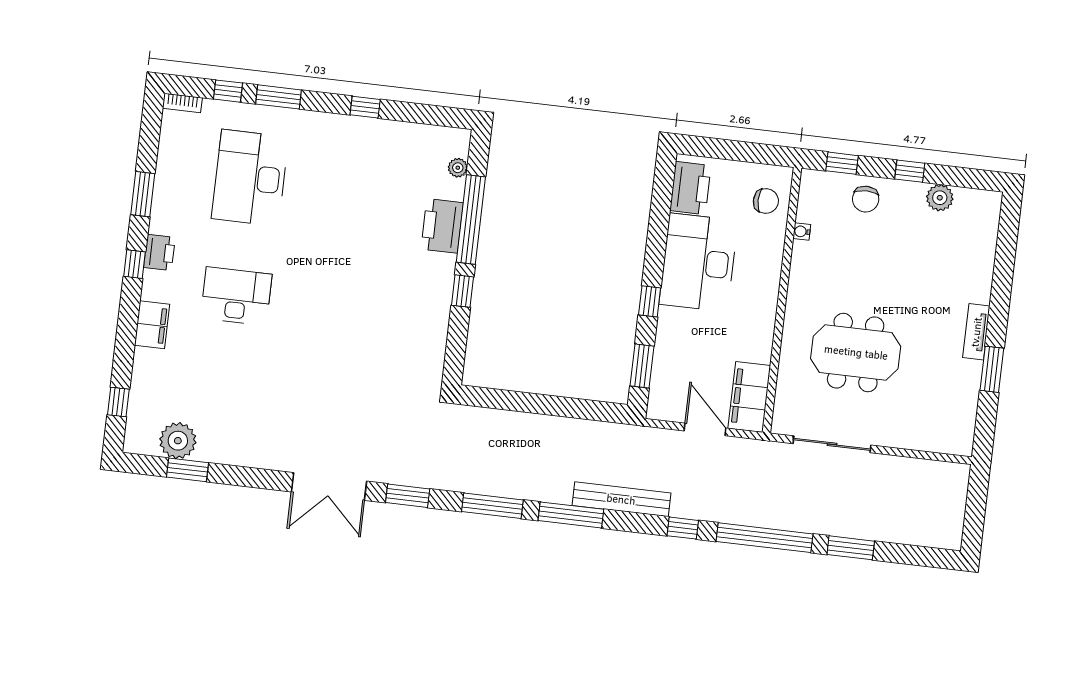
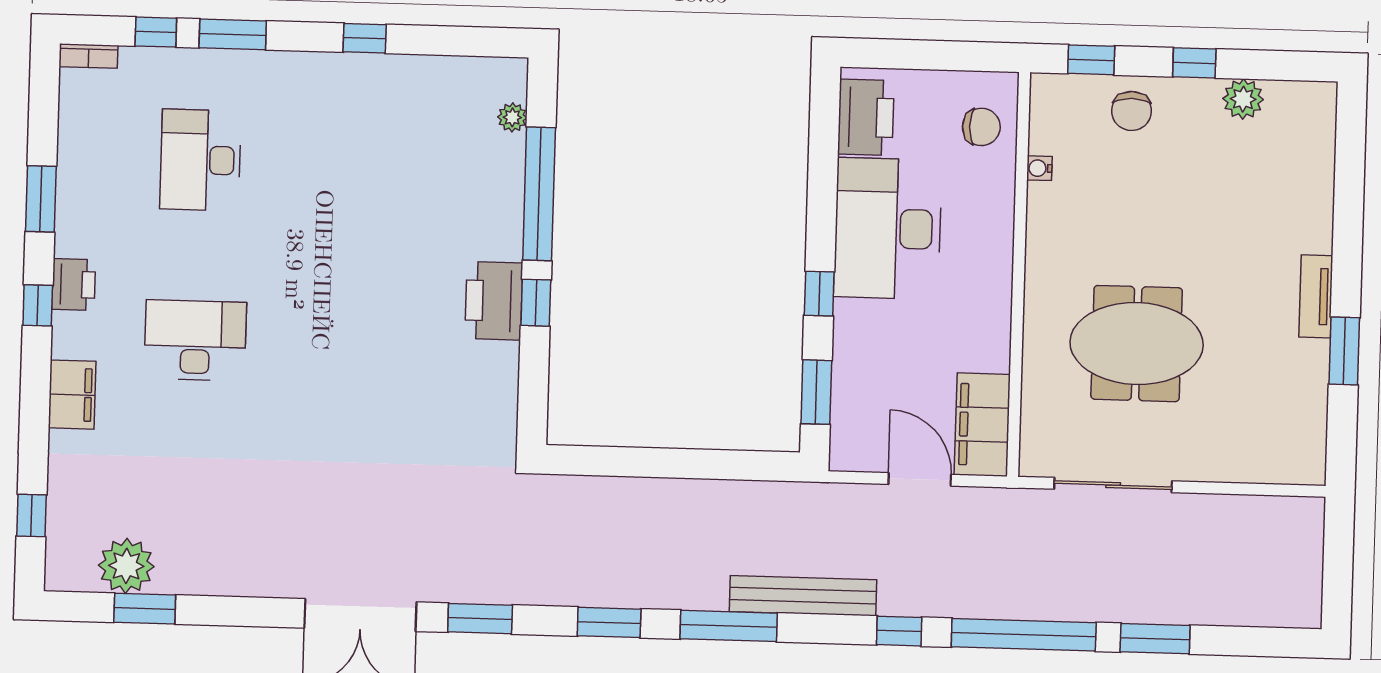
desk: (250, 178) -> (201, 160), width x0.73, depth x0.77
printer: (442, 226) -> (494, 301), moved
window: (492, 506) -> (609, 622), width x0.69

